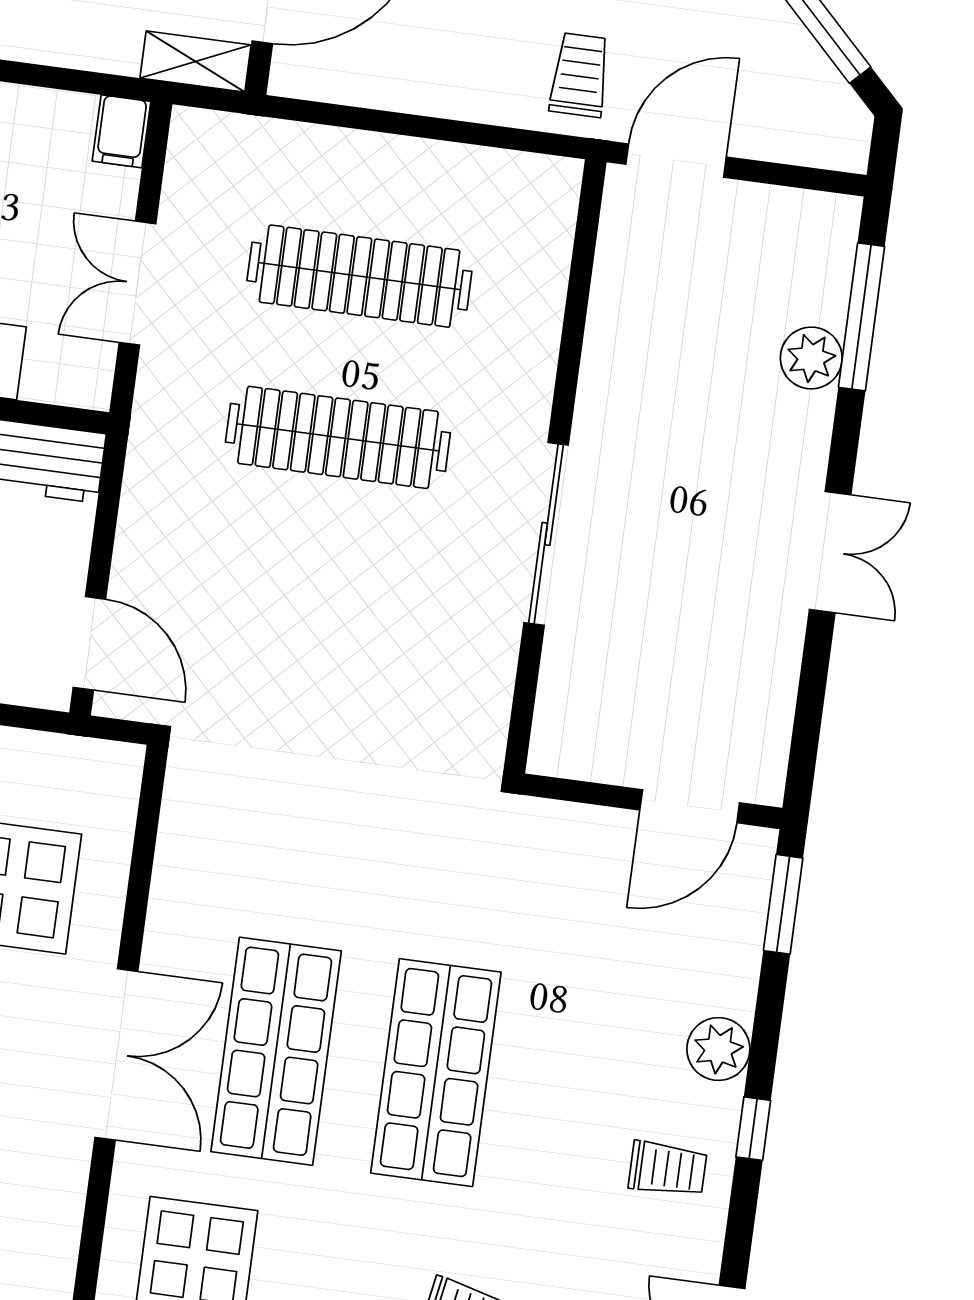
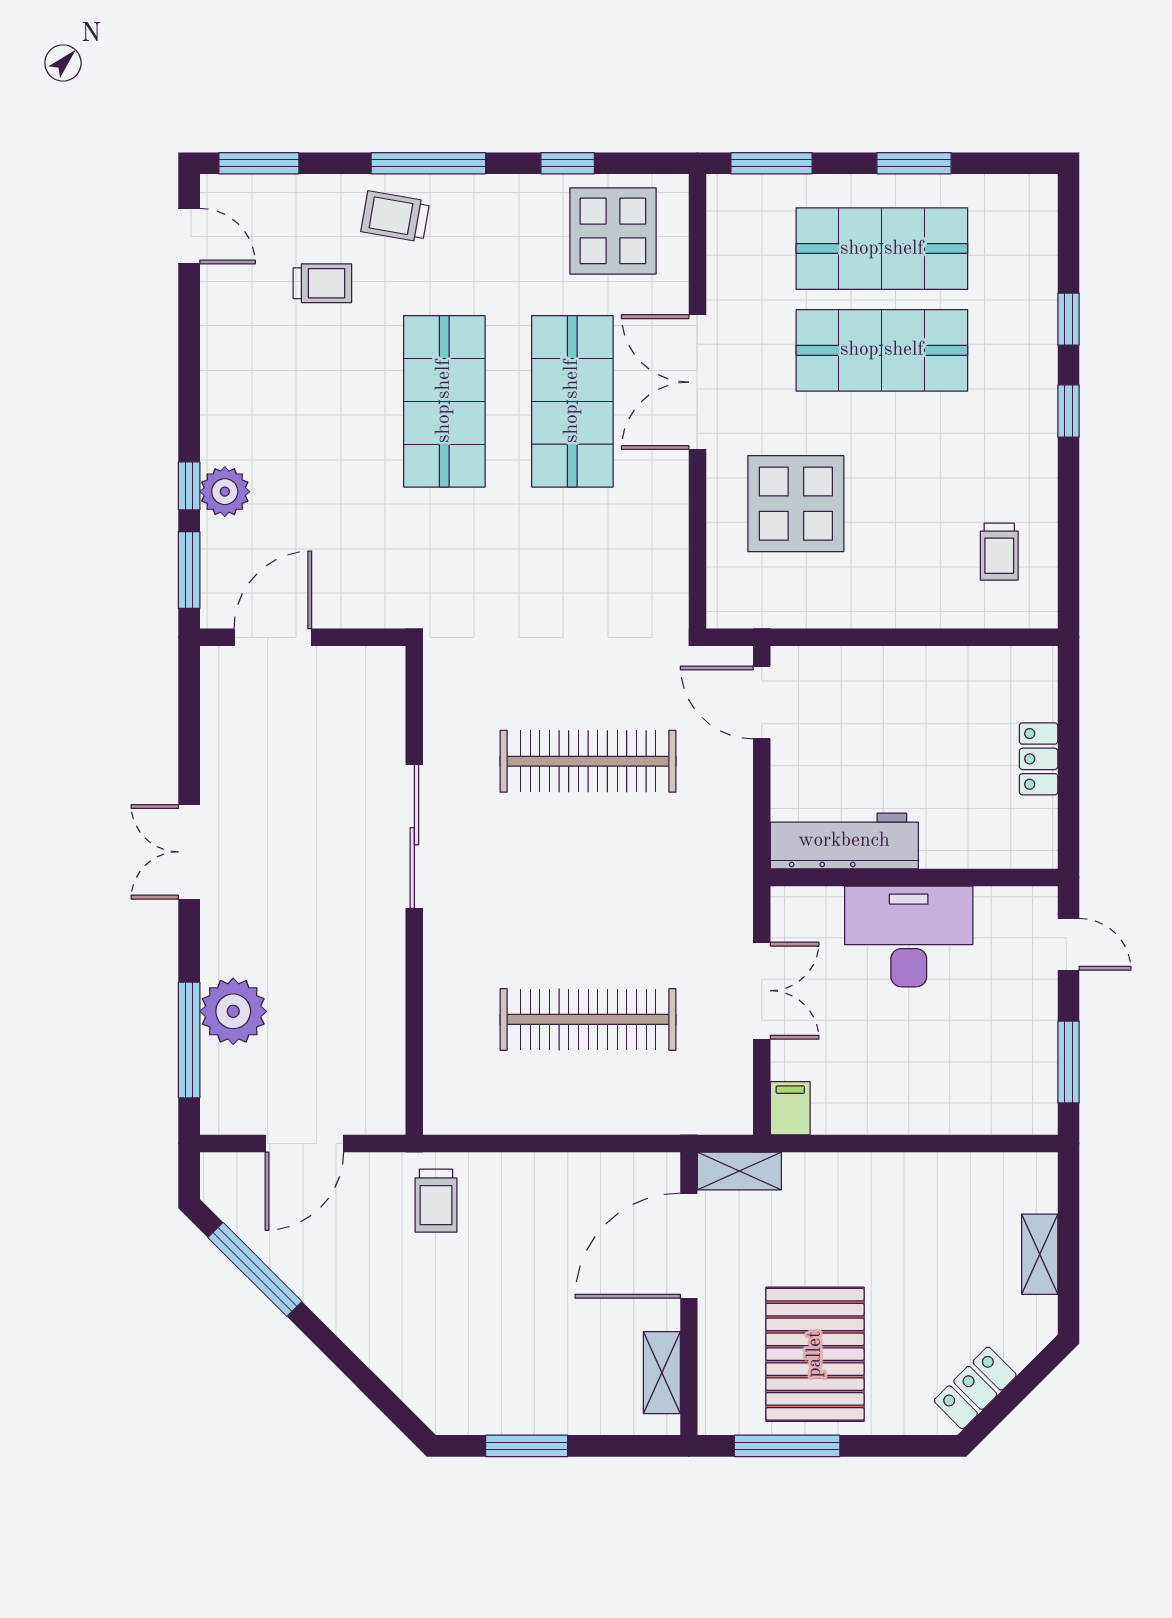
door: (676, 161) -> (304, 1143), moved
plant: (811, 358) -> (233, 1011), width x1.36, depth x1.36
clothes rail: (338, 437) -> (588, 761), moved
plant: (718, 1049) -> (225, 492), moved
window: (753, 1129) -> (189, 486), moved
trolley: (668, 1169) -> (322, 283), moved, turned 180

